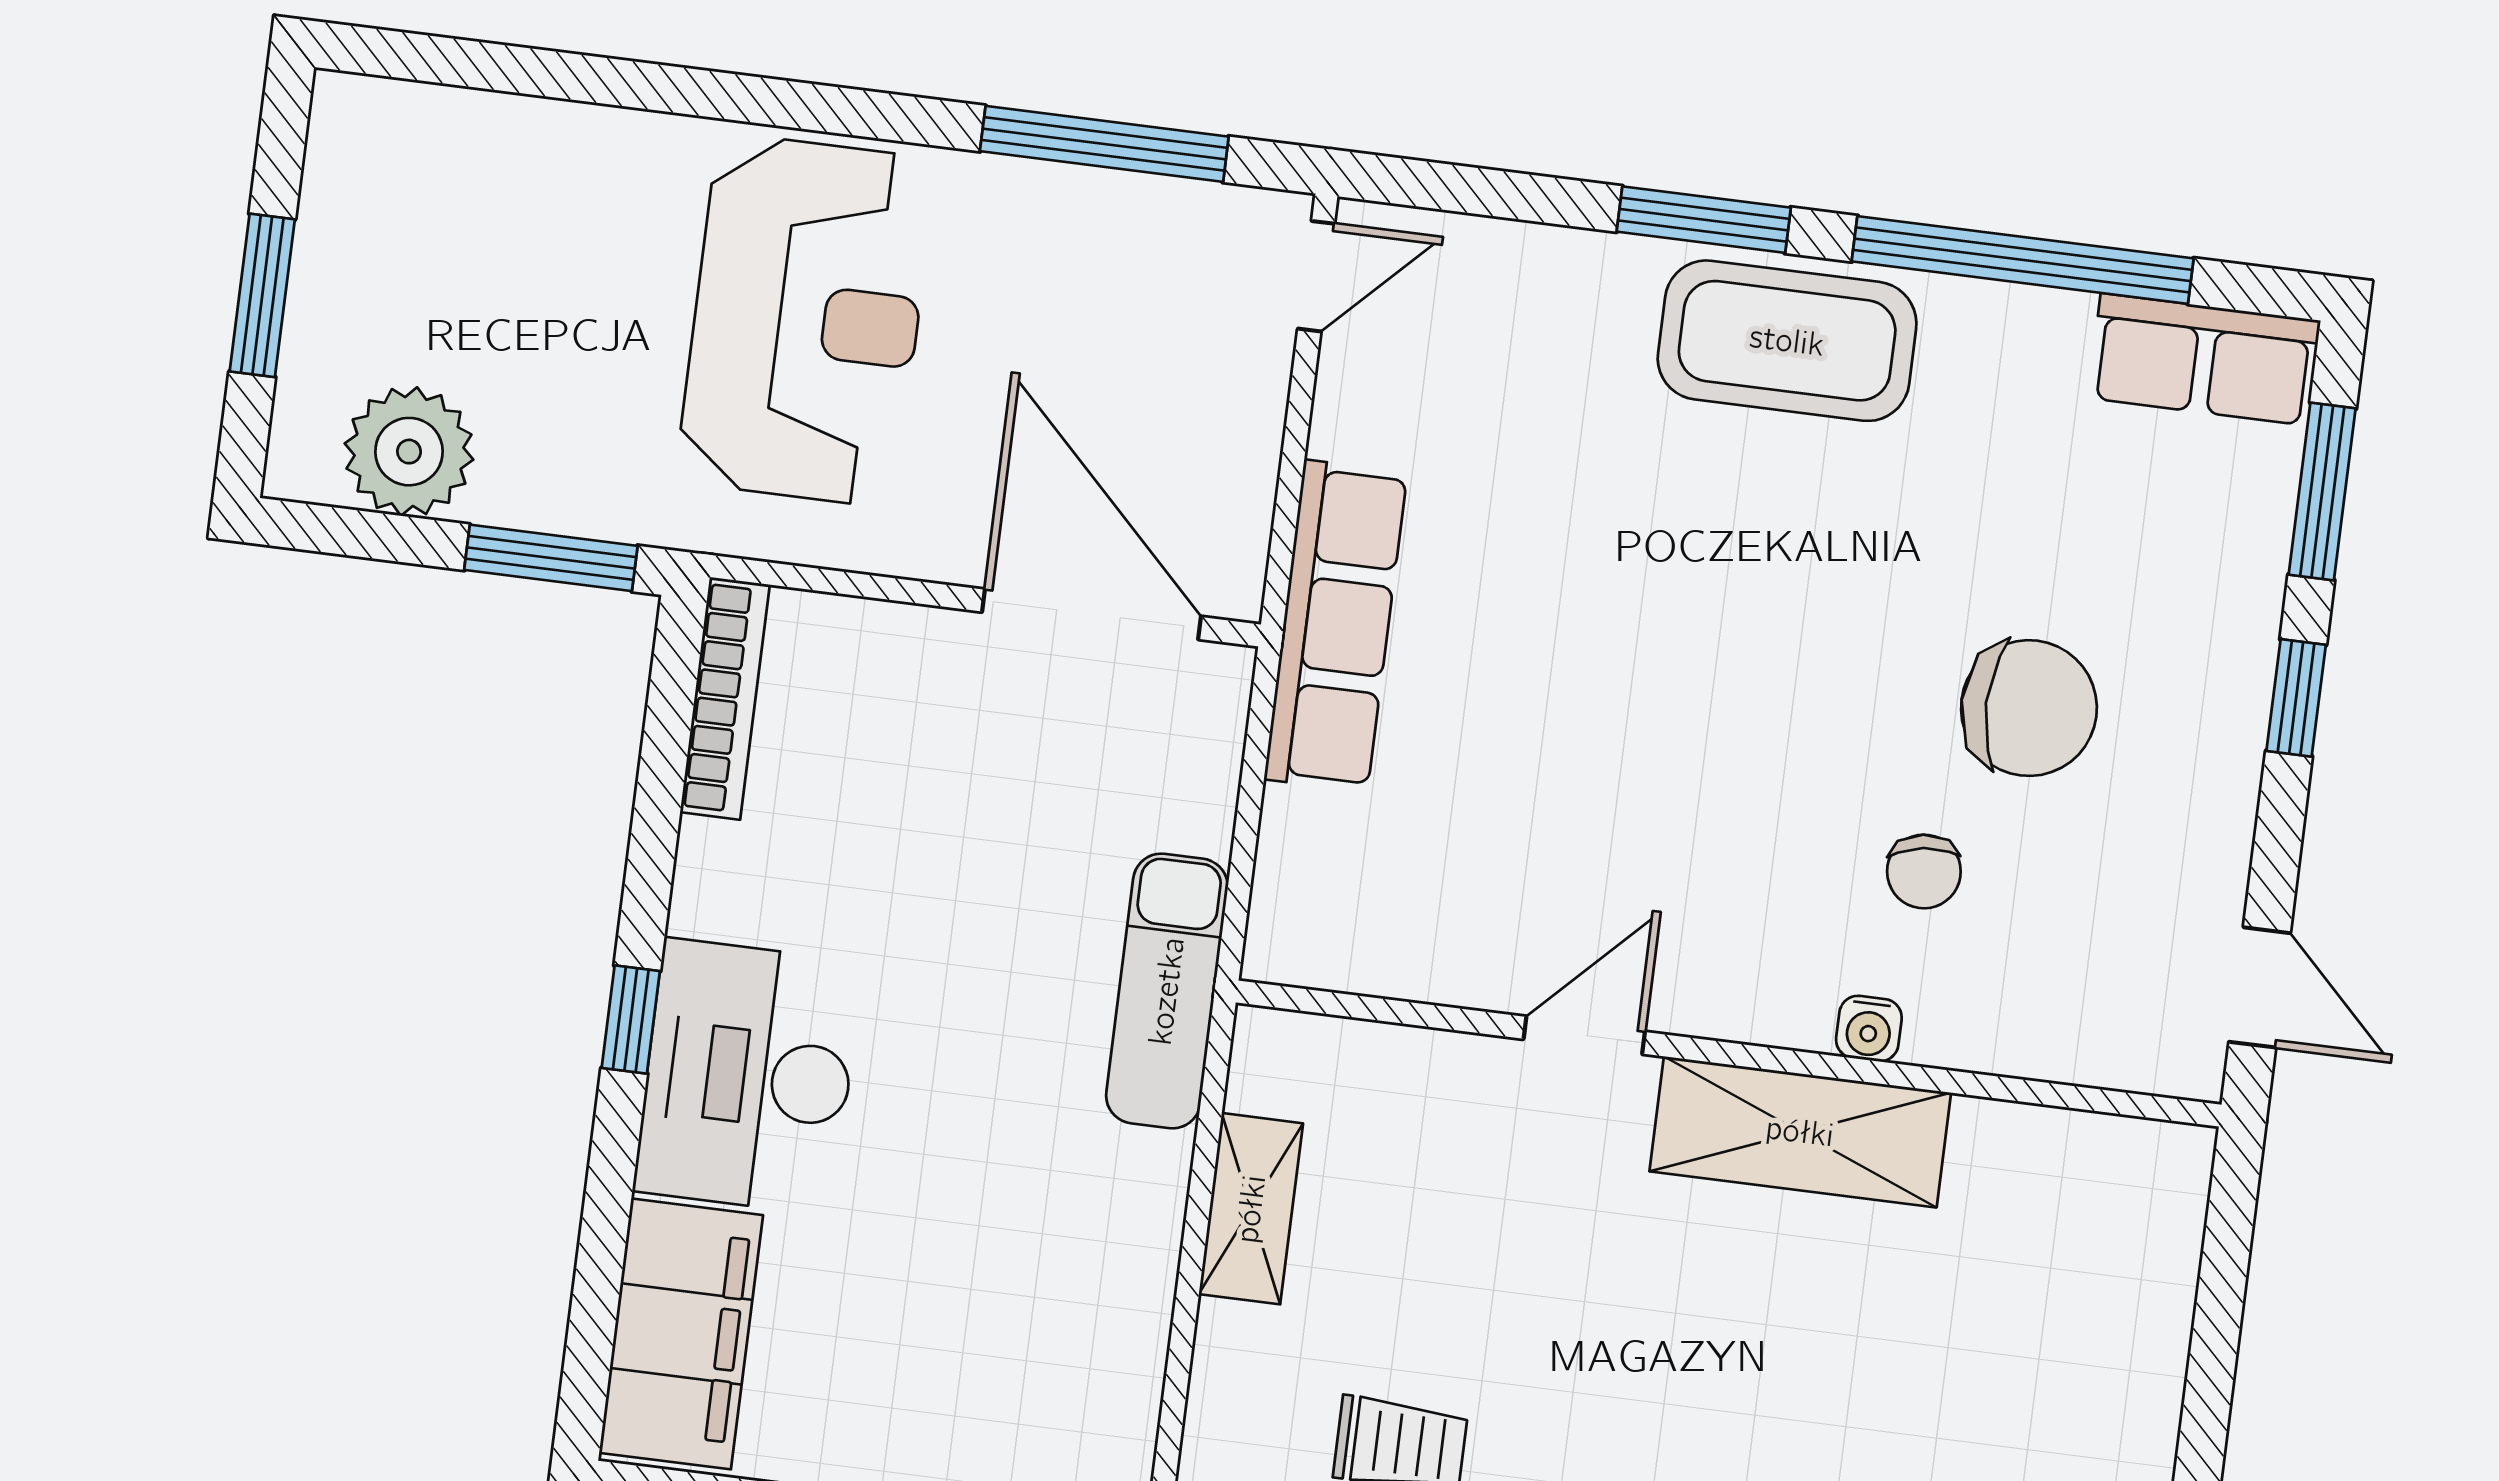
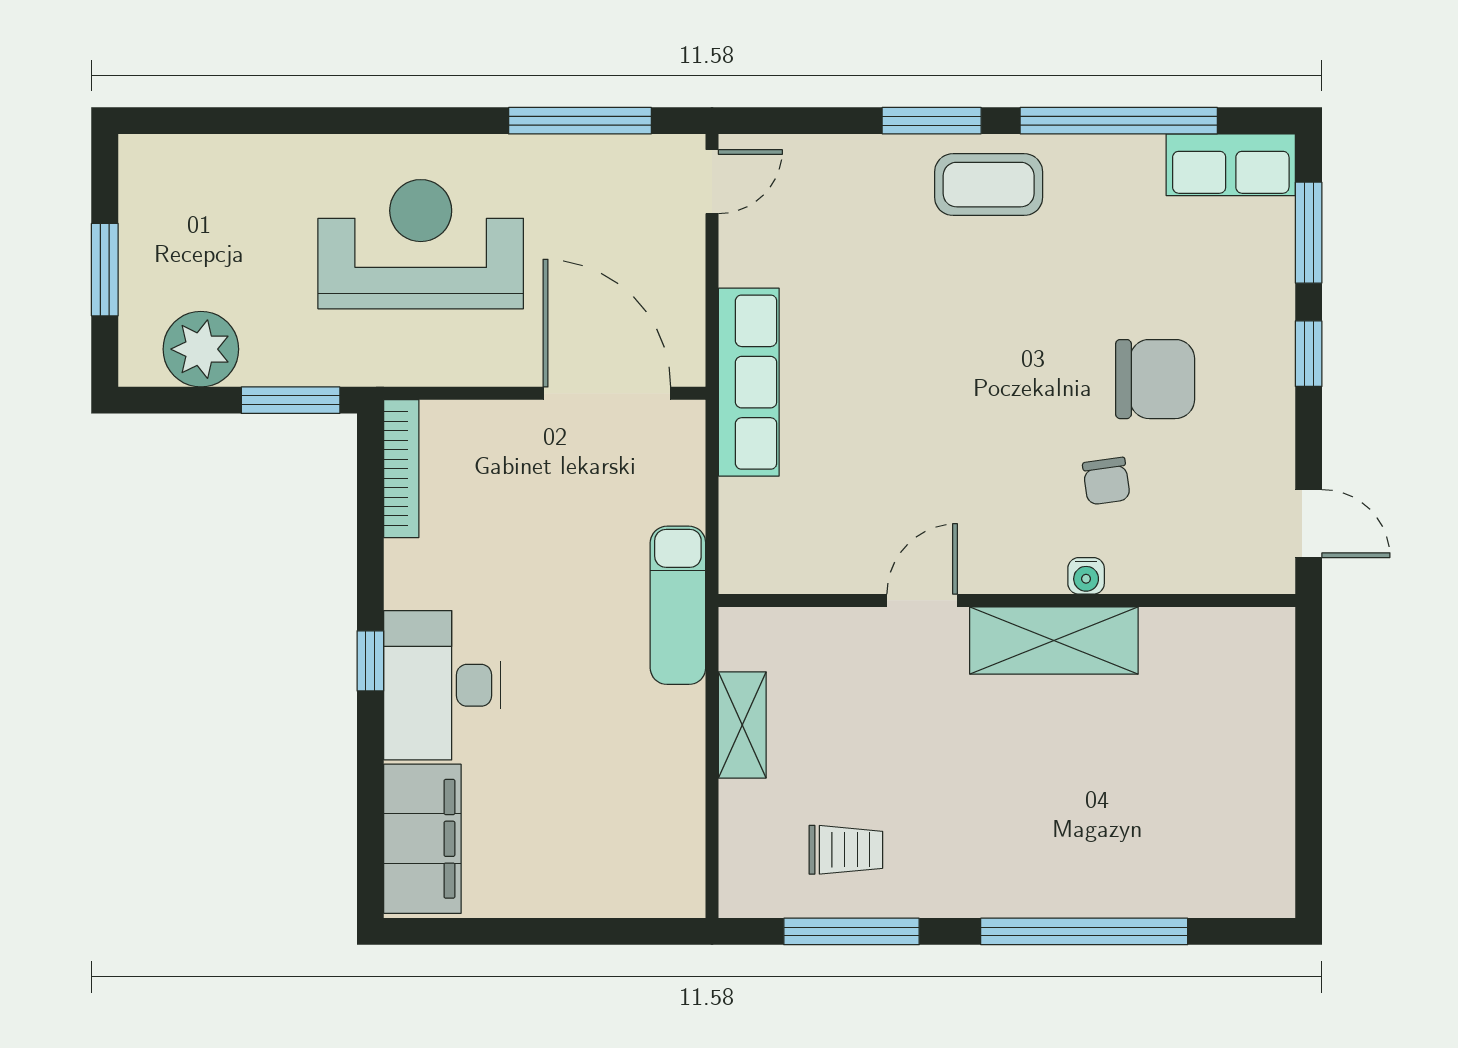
reception desk: (806, 320) -> (421, 244), turned -90
coffee table: (1787, 341) -> (989, 185), width x0.73, depth x0.76

